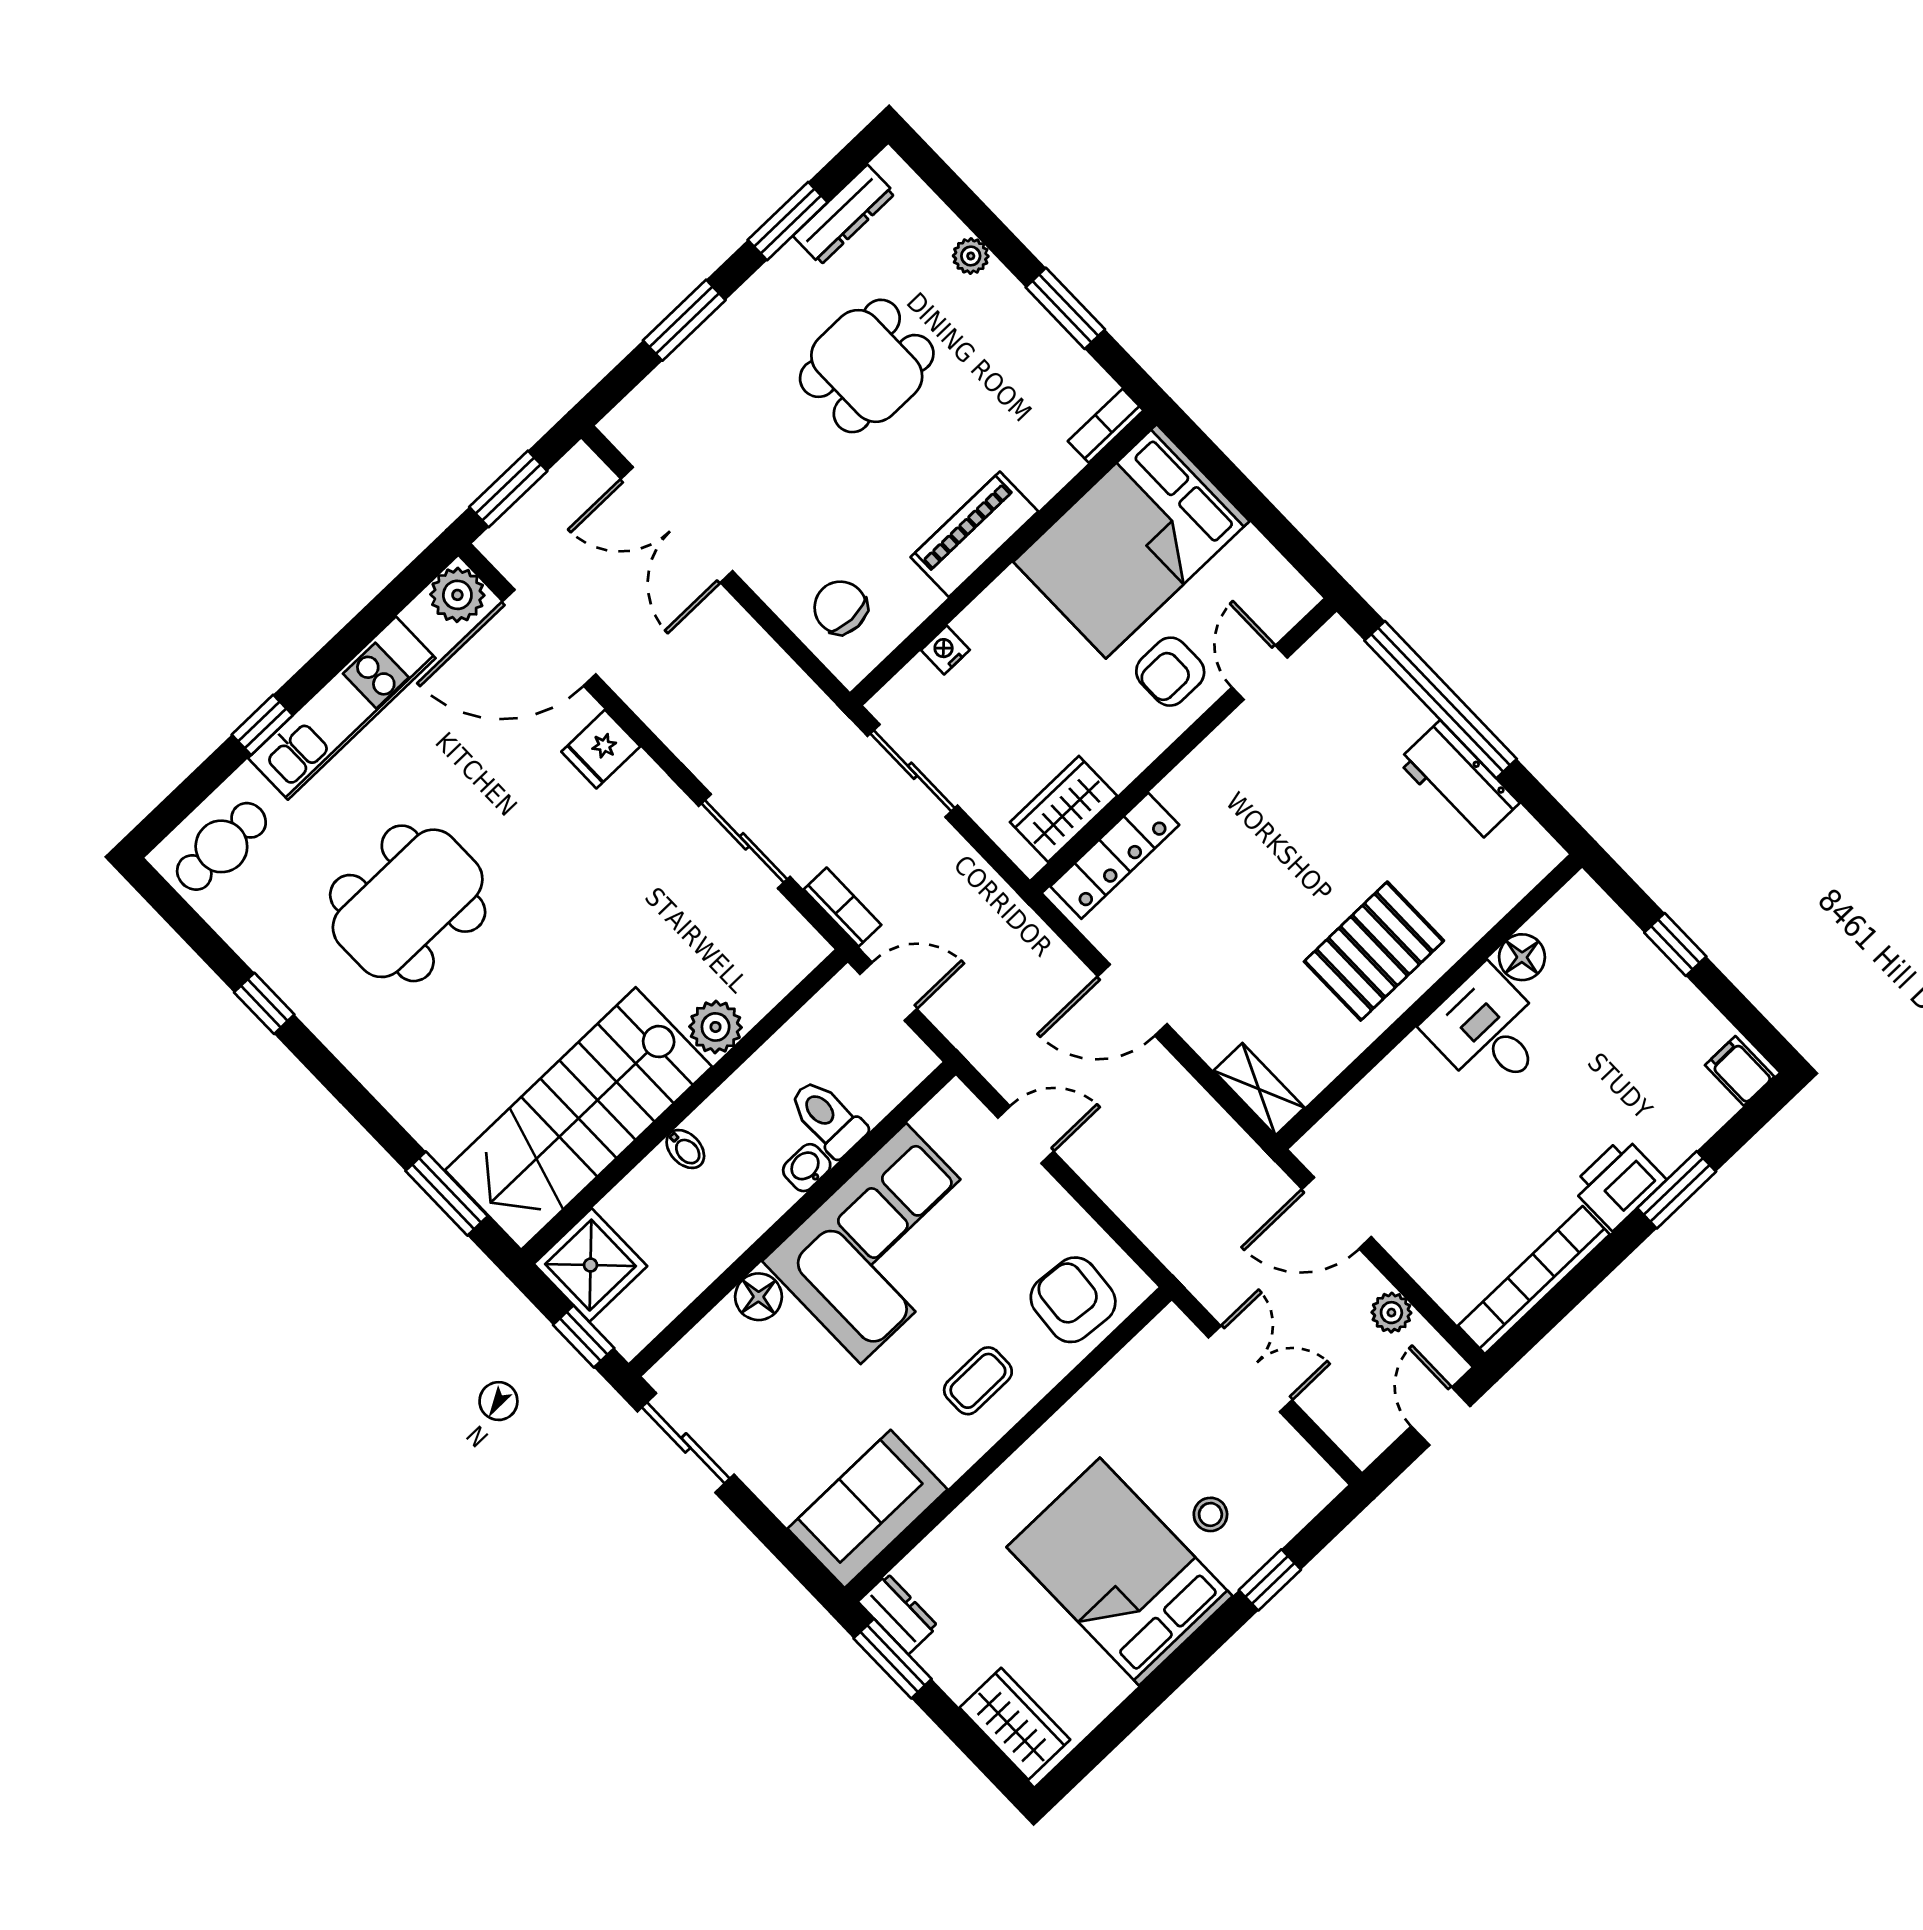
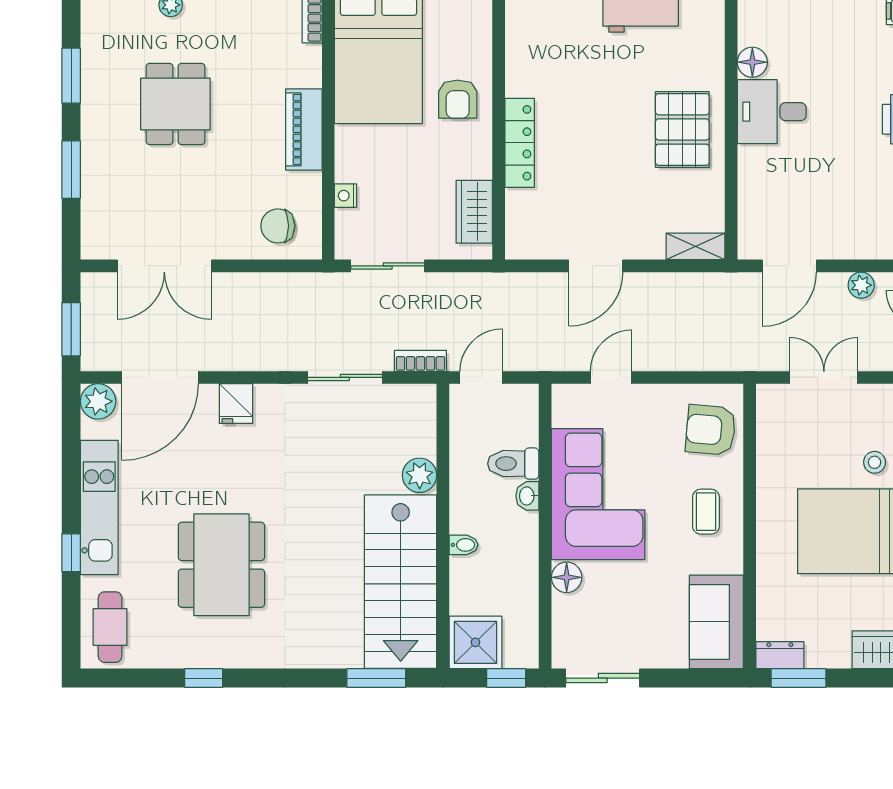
dresser: (844, 215) -> (94, 46), removed
door: (1260, 673) -> (499, 57), removed
locker: (1115, 856) -> (520, 143), moved

